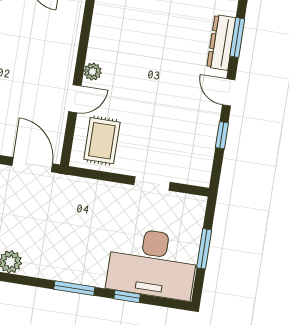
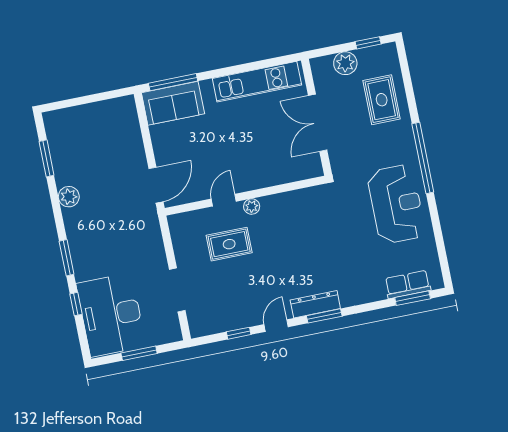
door: (75, 99) -> (224, 200), swing flipped
rug: (102, 141) -> (229, 244), moved
doorway: (152, 183) -> (177, 290), width x1.38

